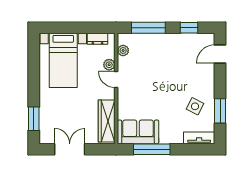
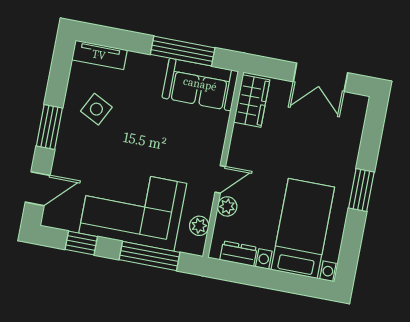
corner sofa: (163, 53) -> (133, 208), added
door: (116, 79) -> (220, 179), hinge flipped
window: (220, 111) -> (49, 127), moved
window: (34, 119) -> (361, 190), moved
wardrobe: (107, 121) -> (252, 101), width x0.67

